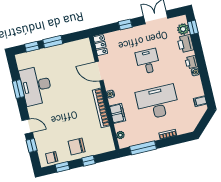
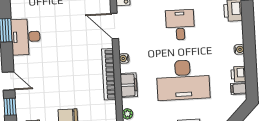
printer: (191, 62) -> (238, 74), moved
desk: (36, 86) -> (26, 37), width x0.73, depth x0.77
desk: (157, 102) -> (183, 80), turned 180

